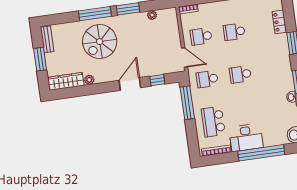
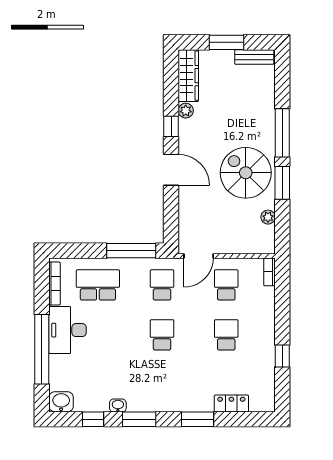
spiral stairs: (100, 42) -> (246, 173), moved
window: (157, 80) -> (171, 126), moved

